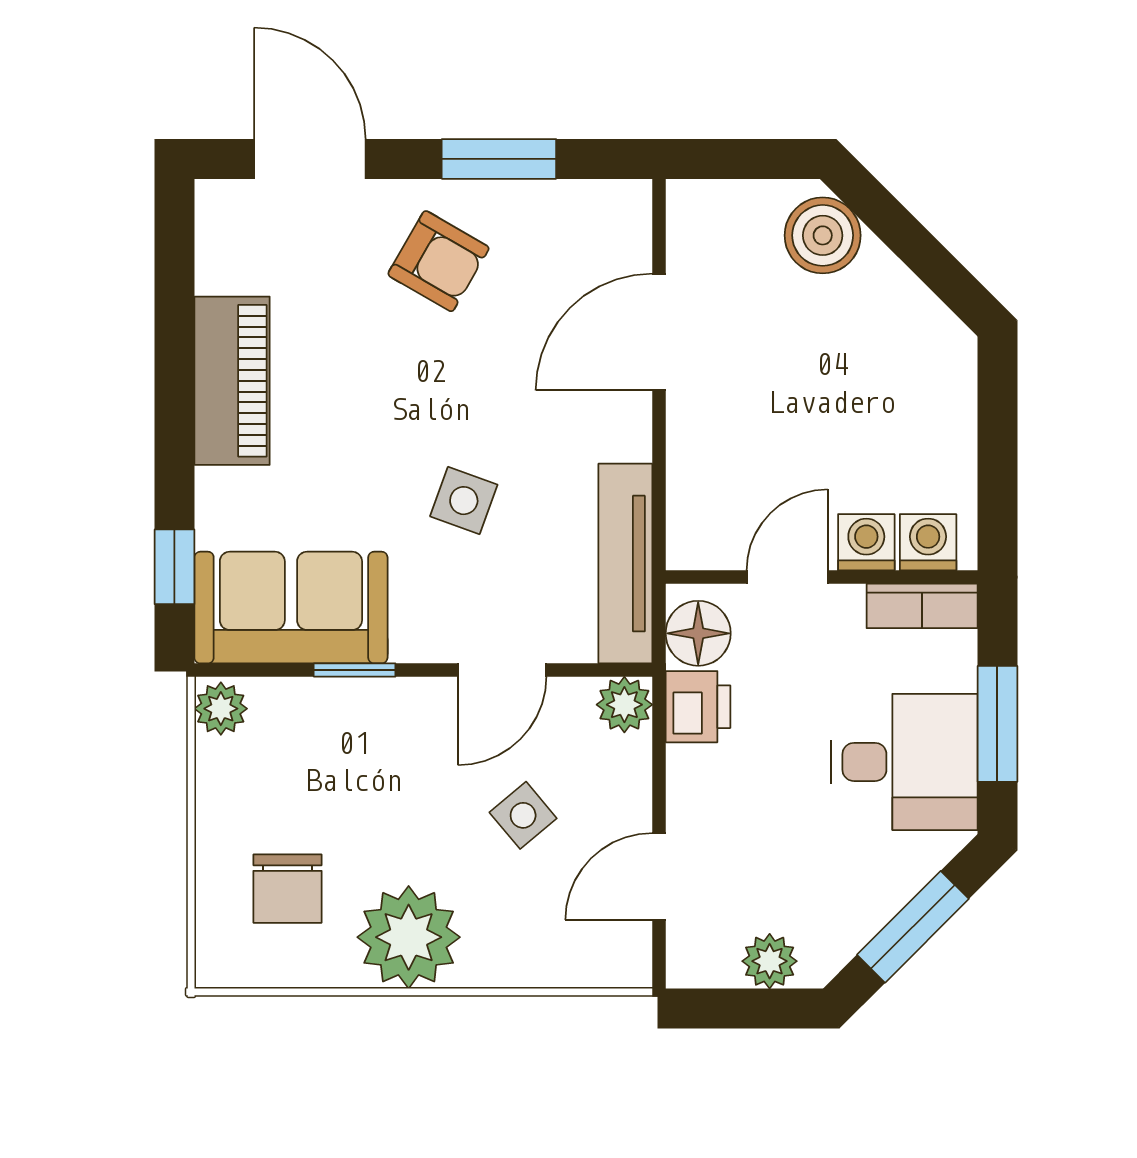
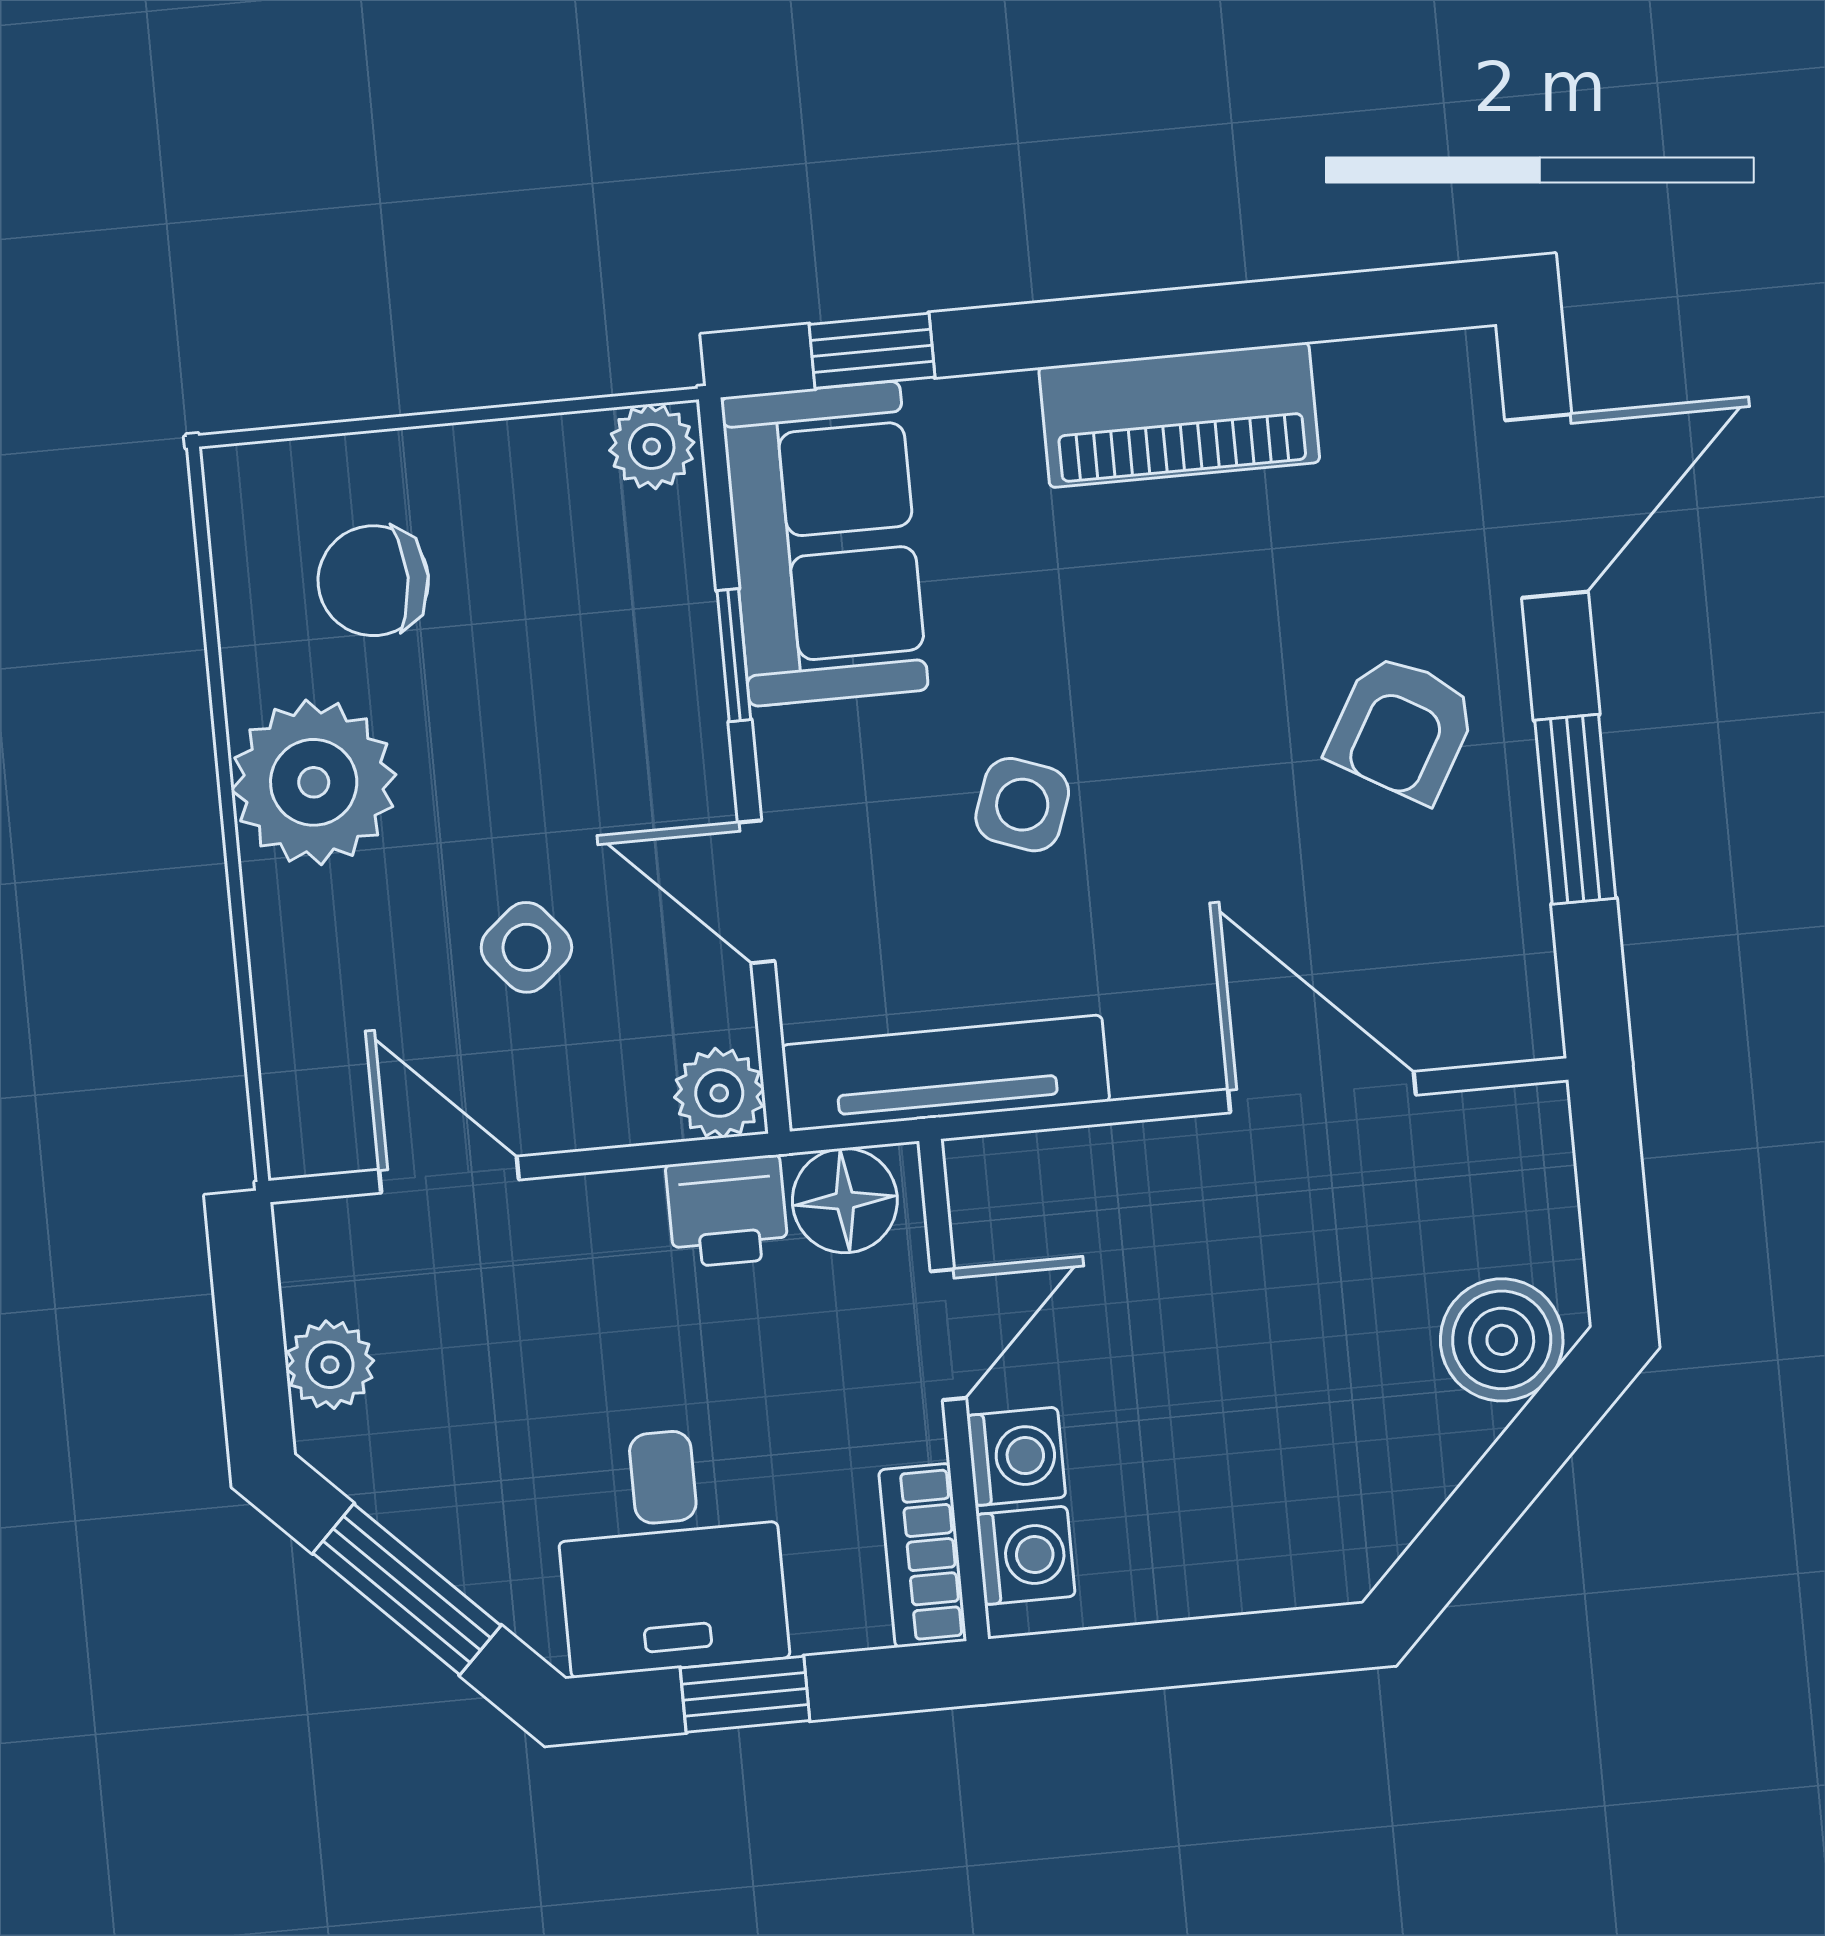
door: (787, 577) -> (948, 1335), hinge flipped
window: (997, 724) -> (745, 1694), width x0.67

